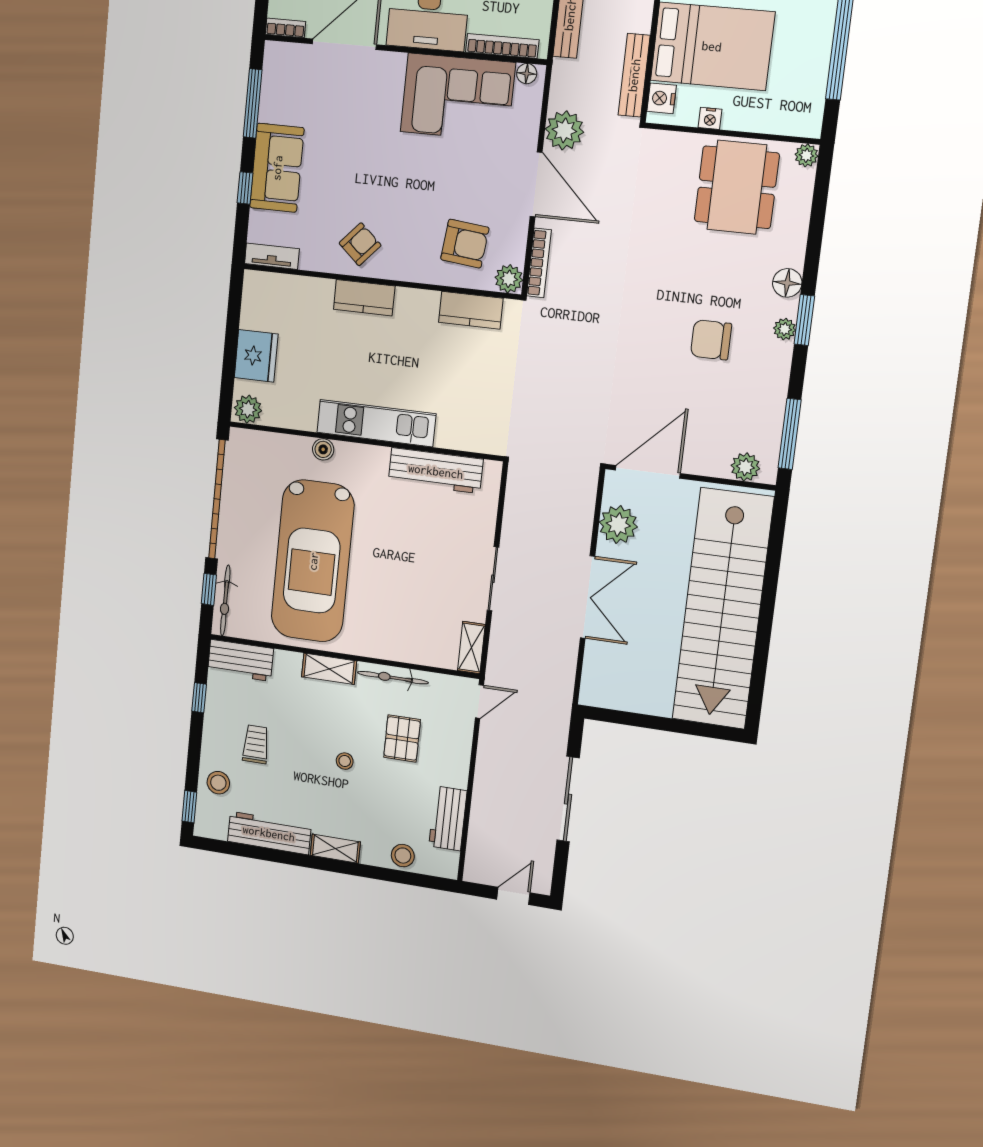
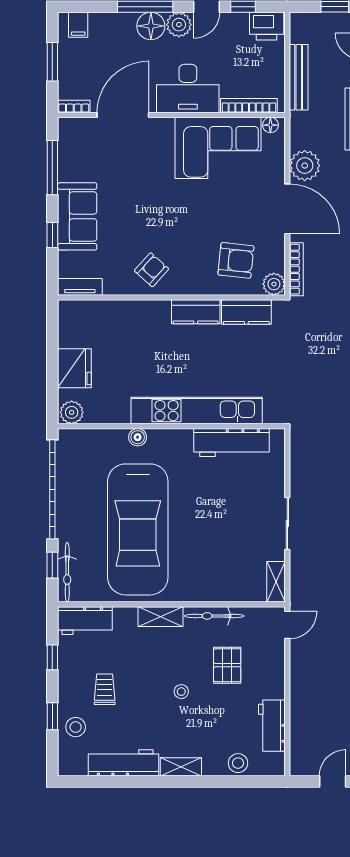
kitchen counter: (364, 298) -> (196, 312), moved
kitchen unit: (376, 423) -> (197, 411), width x1.36
window: (189, 807) -> (52, 716), moved

